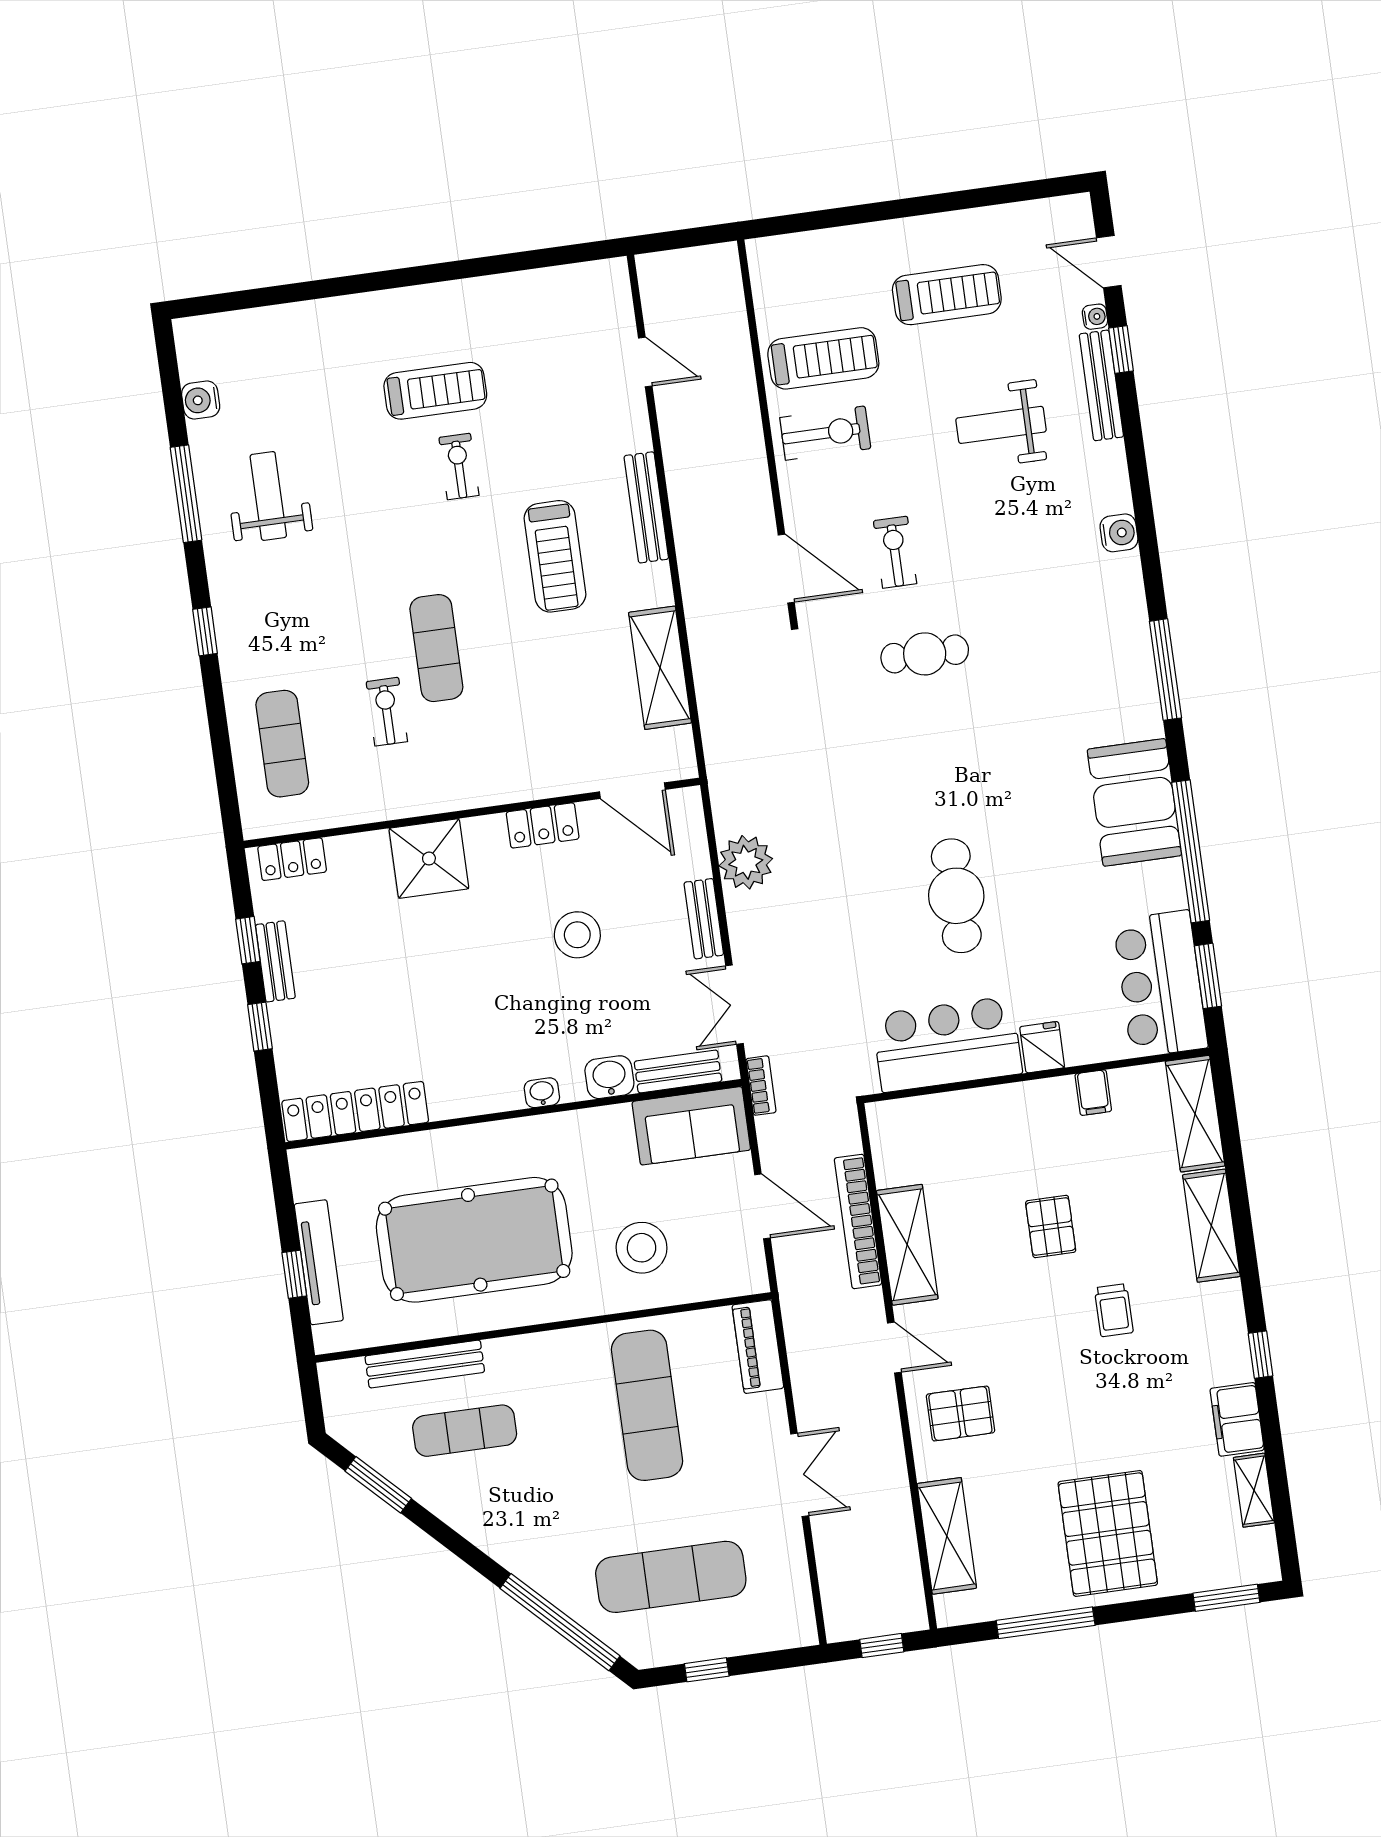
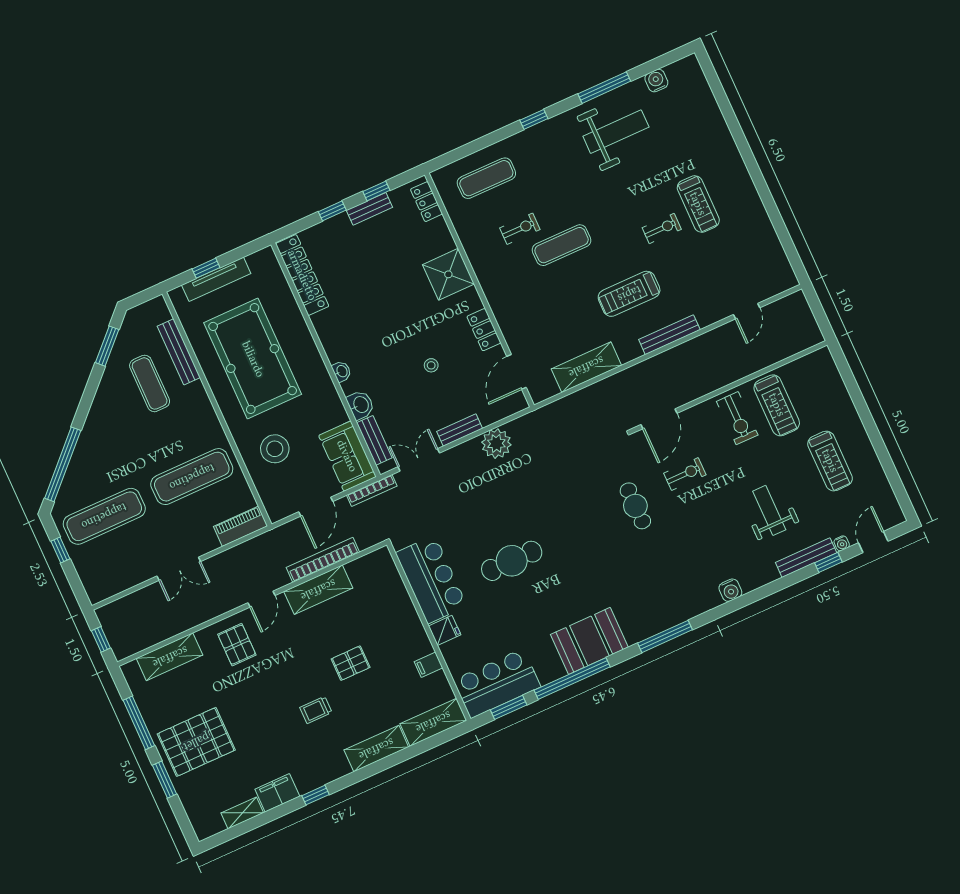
weight bench: (268, 496) -> (616, 132), width x1.36, depth x1.33
stool: (577, 935) -> (431, 365), width x0.53, depth x0.53
bookcase: (761, 1086) -> (372, 490), width x1.56
exercise mat: (671, 1577) -> (104, 516), turned 90
window: (1226, 1598) -> (165, 780), moved

